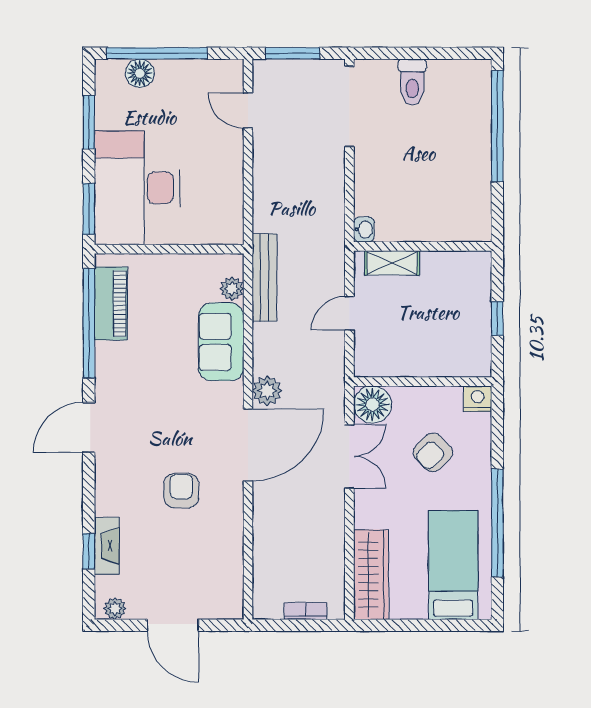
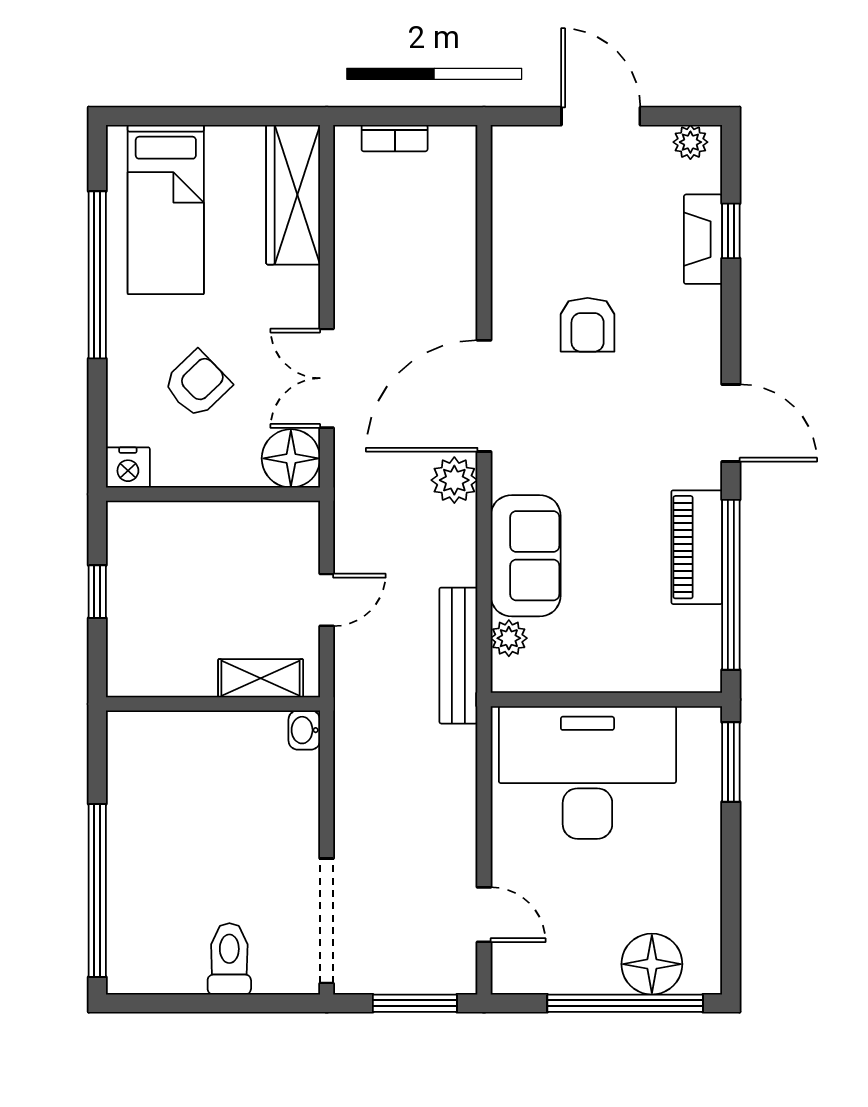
floor lamp: (140, 73) -> (652, 964), width x1.38, depth x1.38
window: (89, 122) -> (731, 896), removed
desk: (137, 188) -> (587, 772), moved, turned -90
piano: (111, 304) -> (697, 547), moved
door: (89, 427) -> (731, 423), hinge flipped

